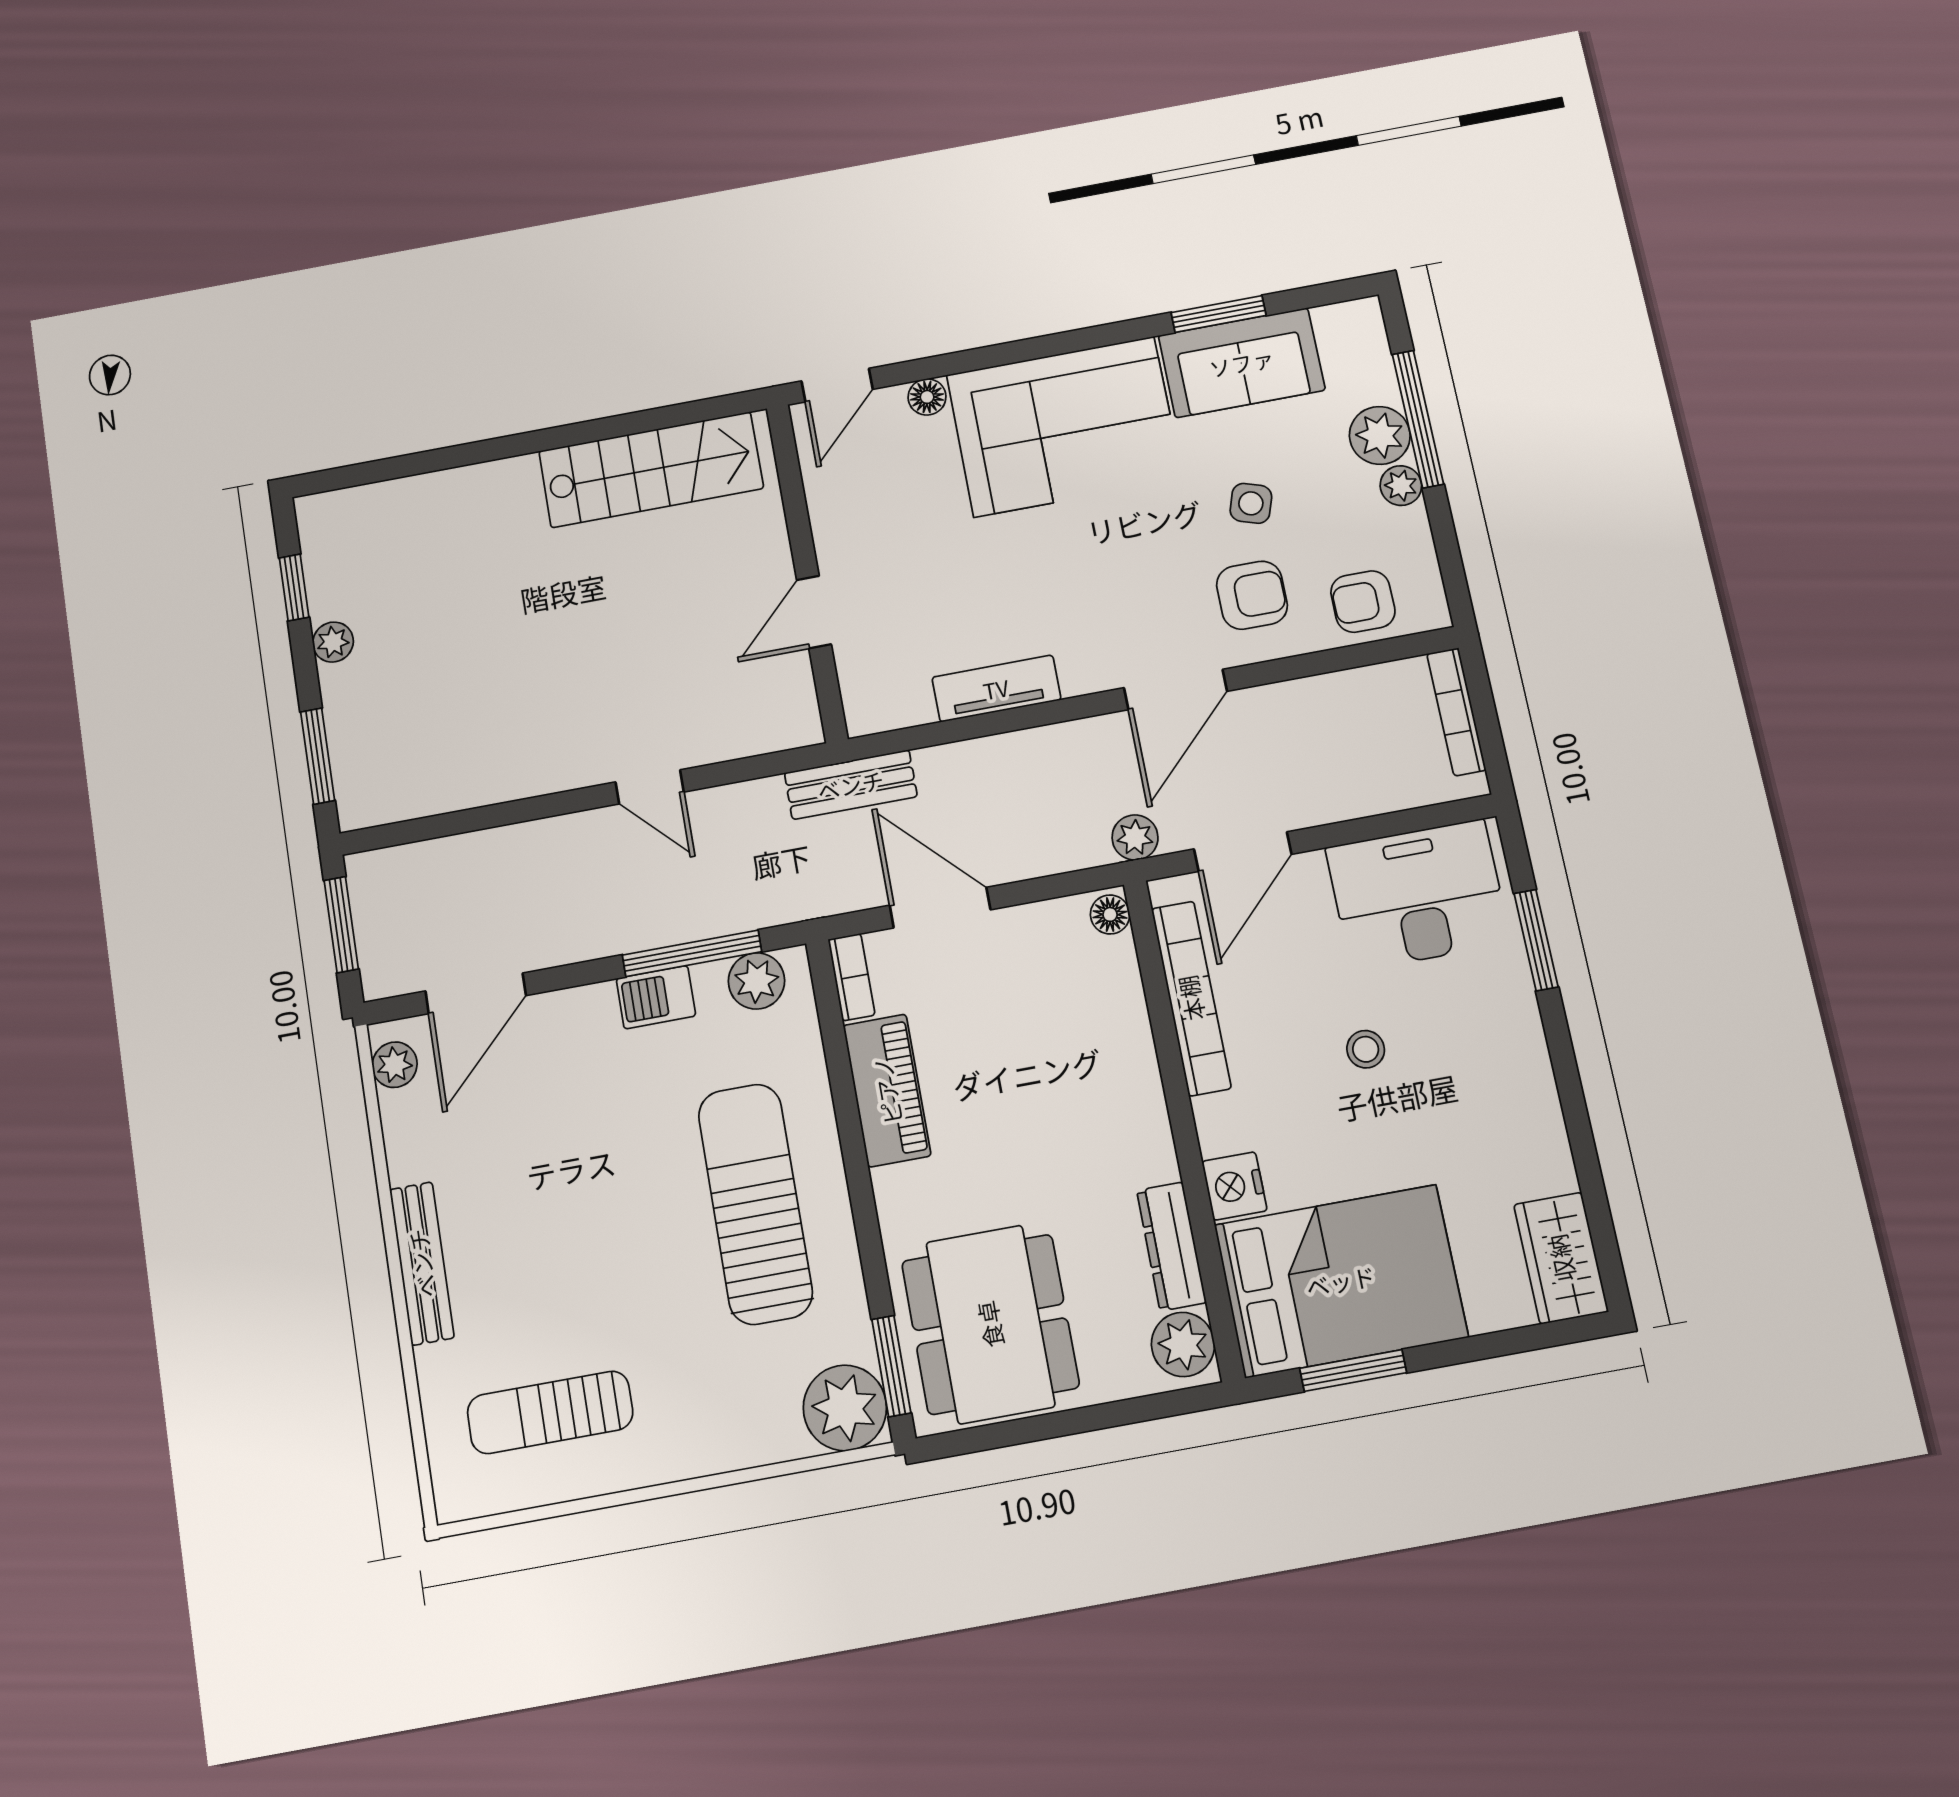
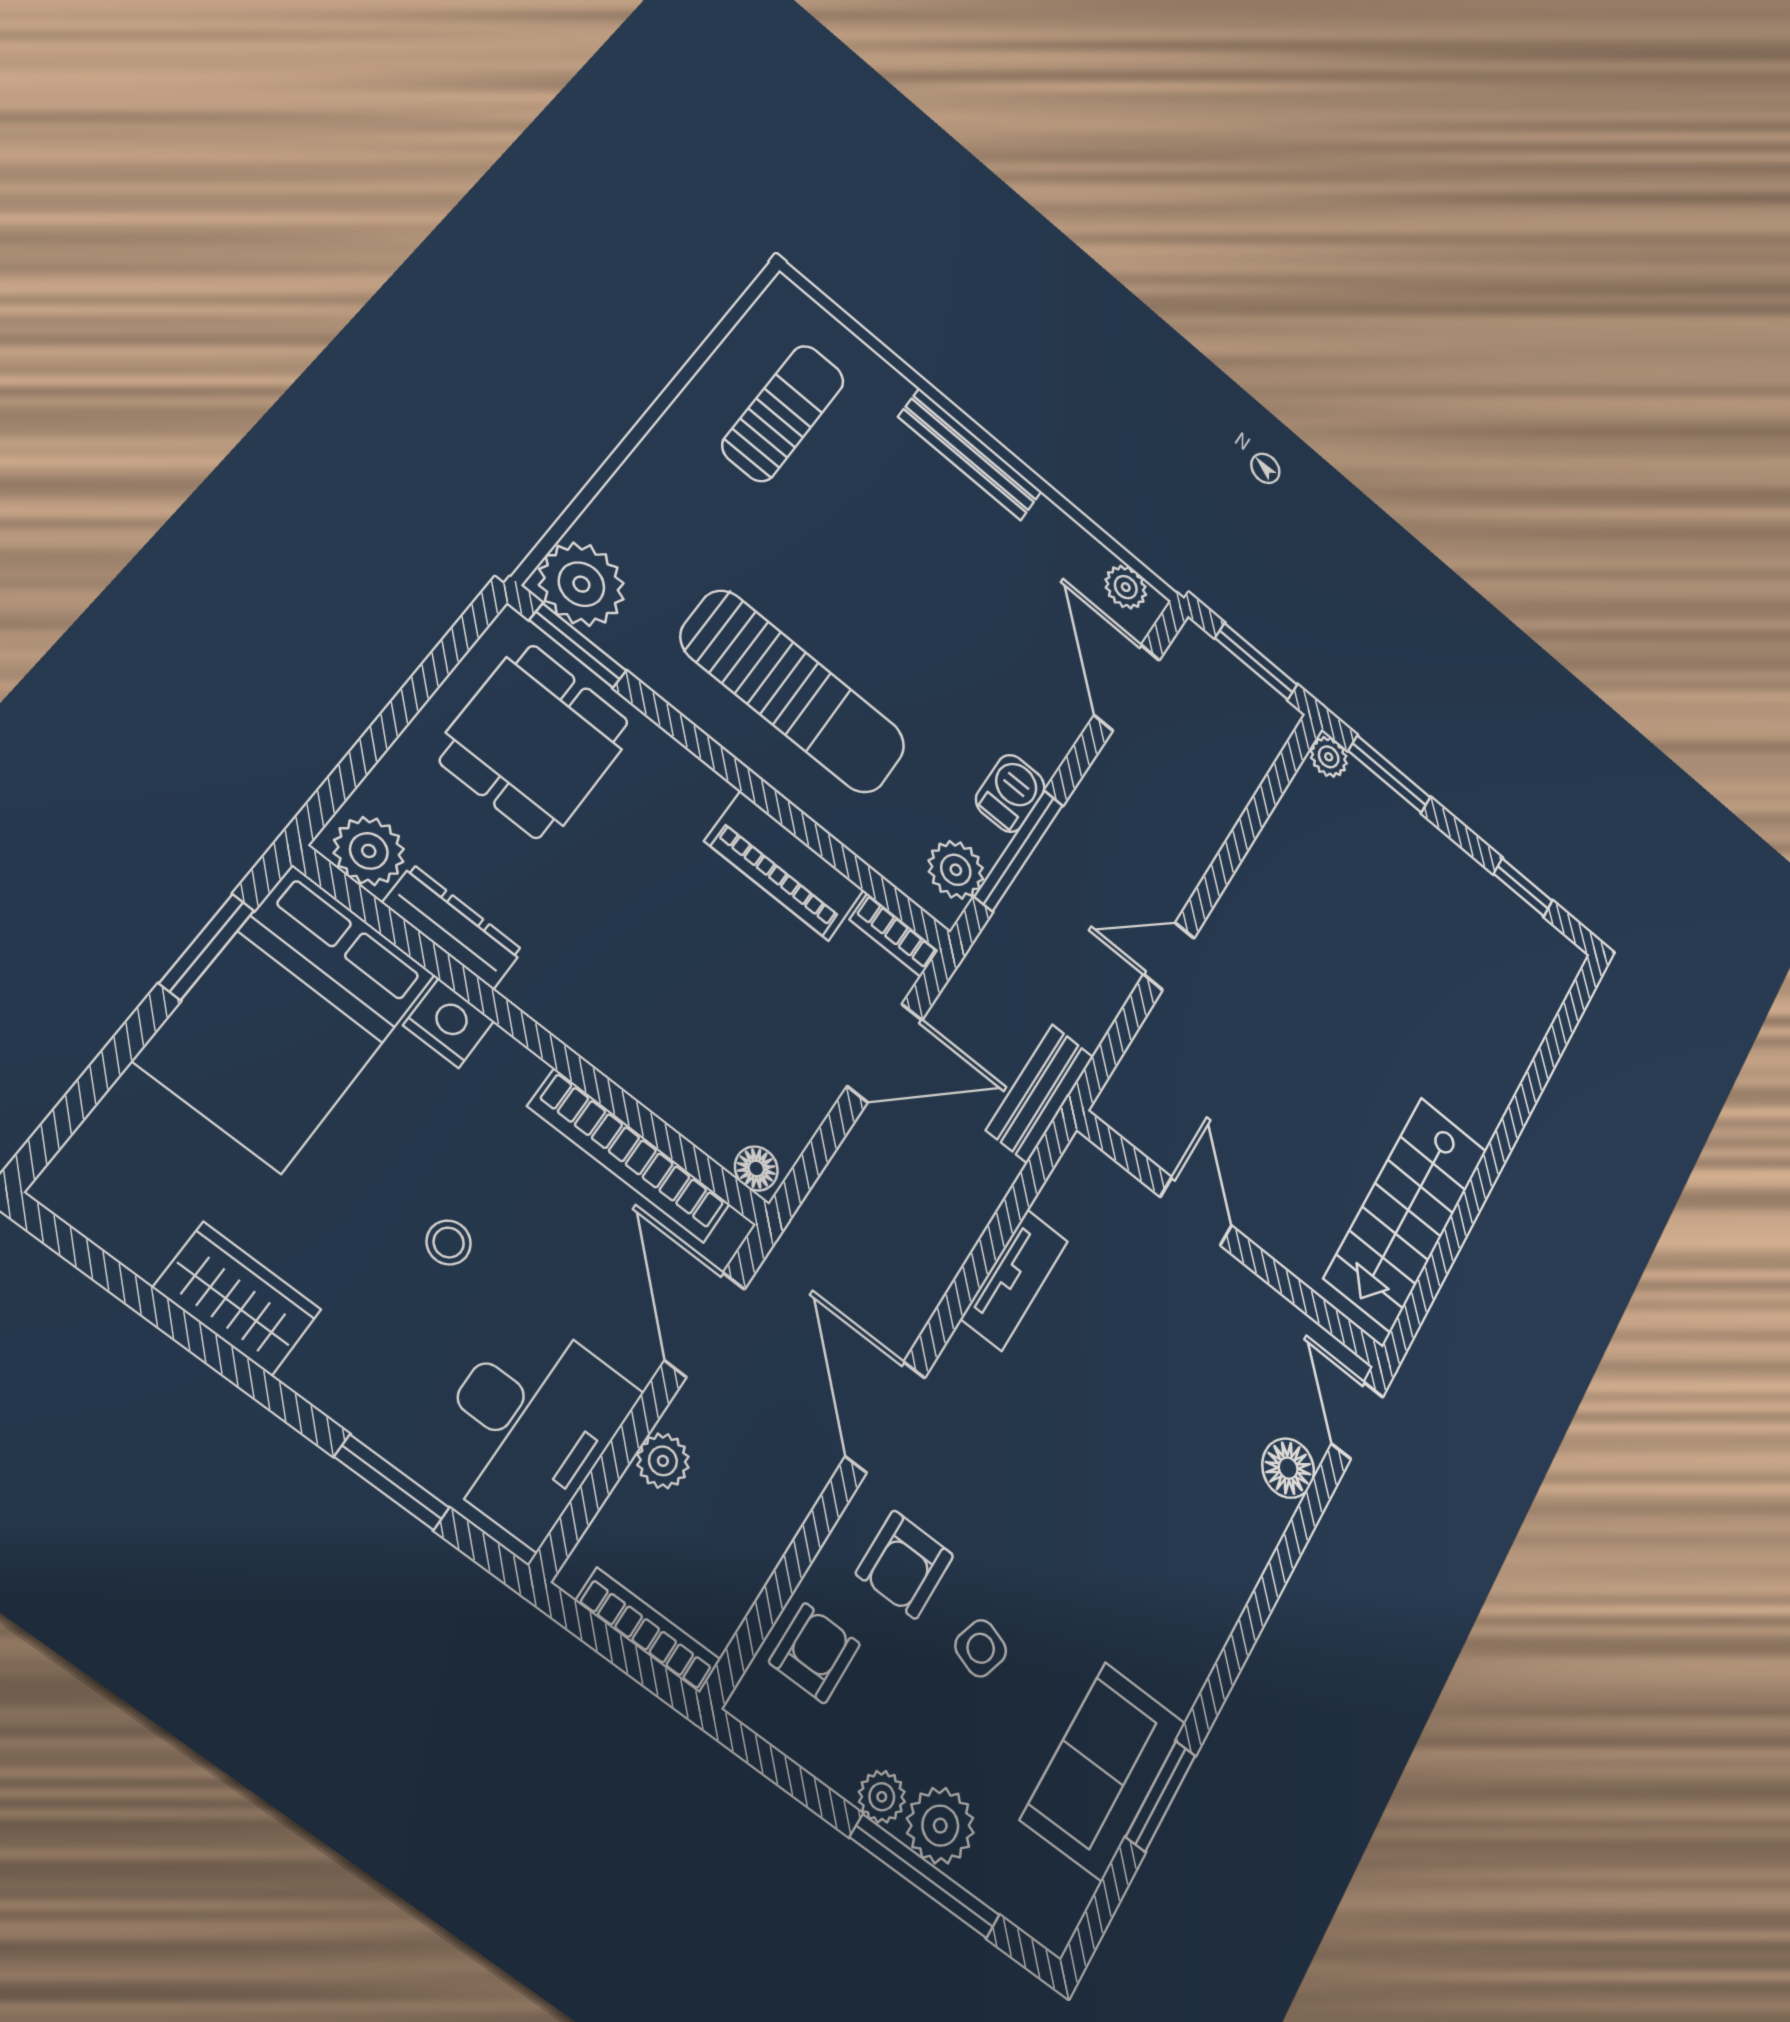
floor lamp: (927, 397) -> (1288, 1468), width x1.37, depth x1.37
corner sofa: (1064, 426) -> (1176, 1563), removed
plant: (333, 642) -> (1329, 757), moved
plant: (1135, 838) -> (663, 1461), moved
wardrobe: (1561, 1258) -> (237, 1299), moved
dining table: (990, 1324) -> (535, 741), width x0.73

